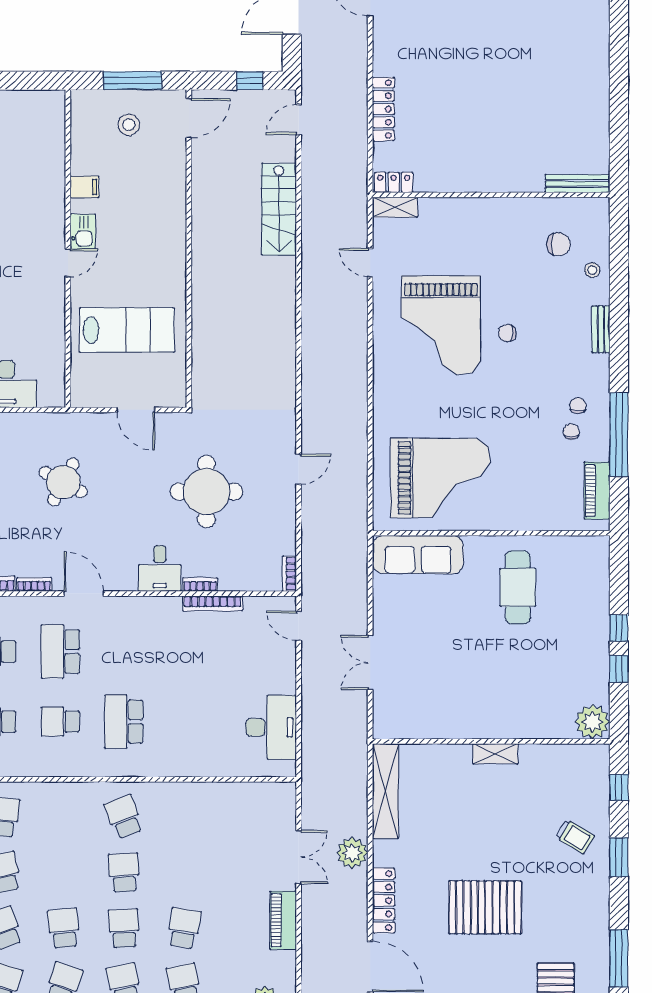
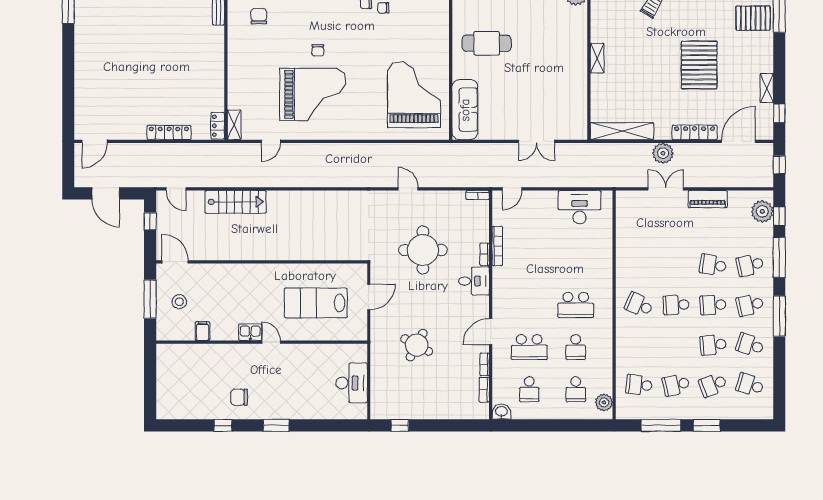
filing cabinet: (84, 187) -> (203, 331), moved
lab bench: (127, 330) -> (316, 303), turned -90
school desk: (124, 817) -> (639, 305), turned 45

